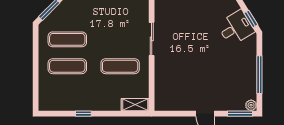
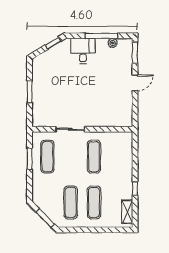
exercise mat: (120, 13) -> (47, 157), added
desk: (236, 28) -> (83, 51), moved, turned 32
shelving: (135, 105) -> (127, 212), moved
plant: (251, 105) -> (113, 43), moved

